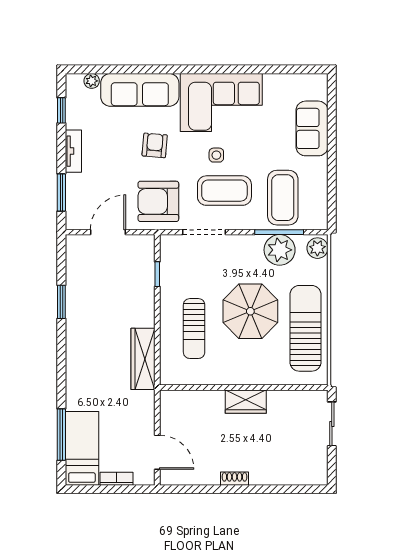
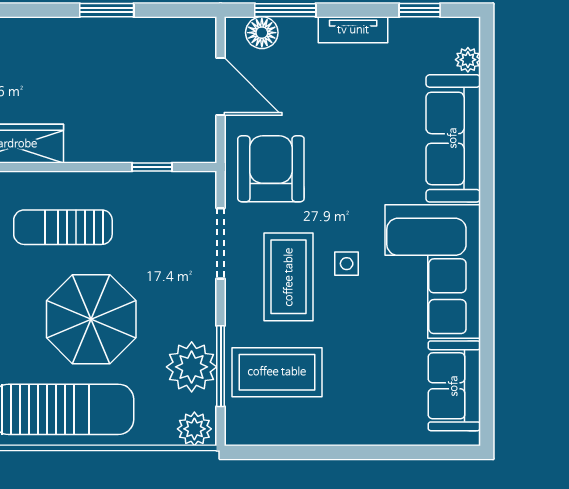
sofa: (312, 128) -> (454, 386), moved, turned -90
armchair: (155, 145) -> (362, 163), removed
floor lamp: (75, 207) -> (262, 33), added

